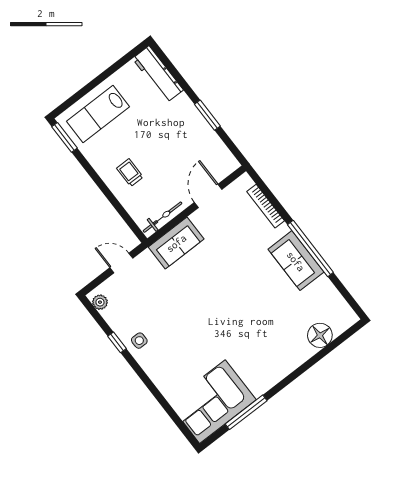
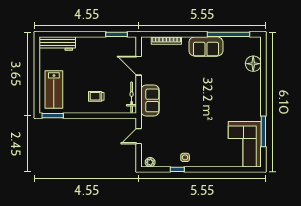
window: (207, 115) -> (117, 34), moved
window: (310, 249) -> (229, 34), moved

